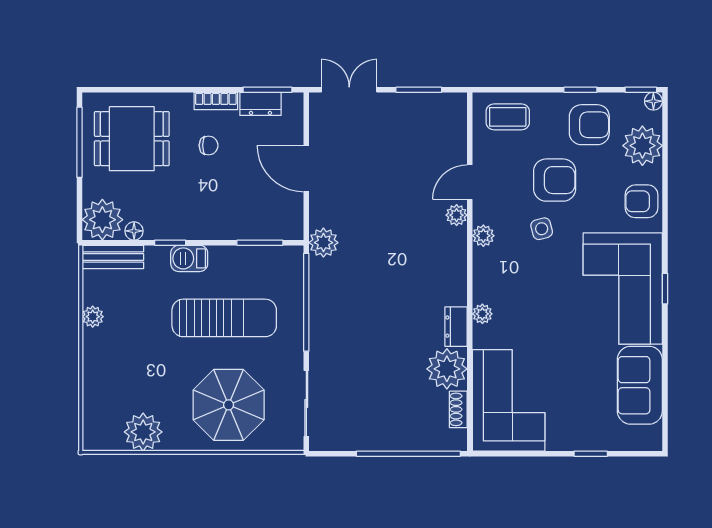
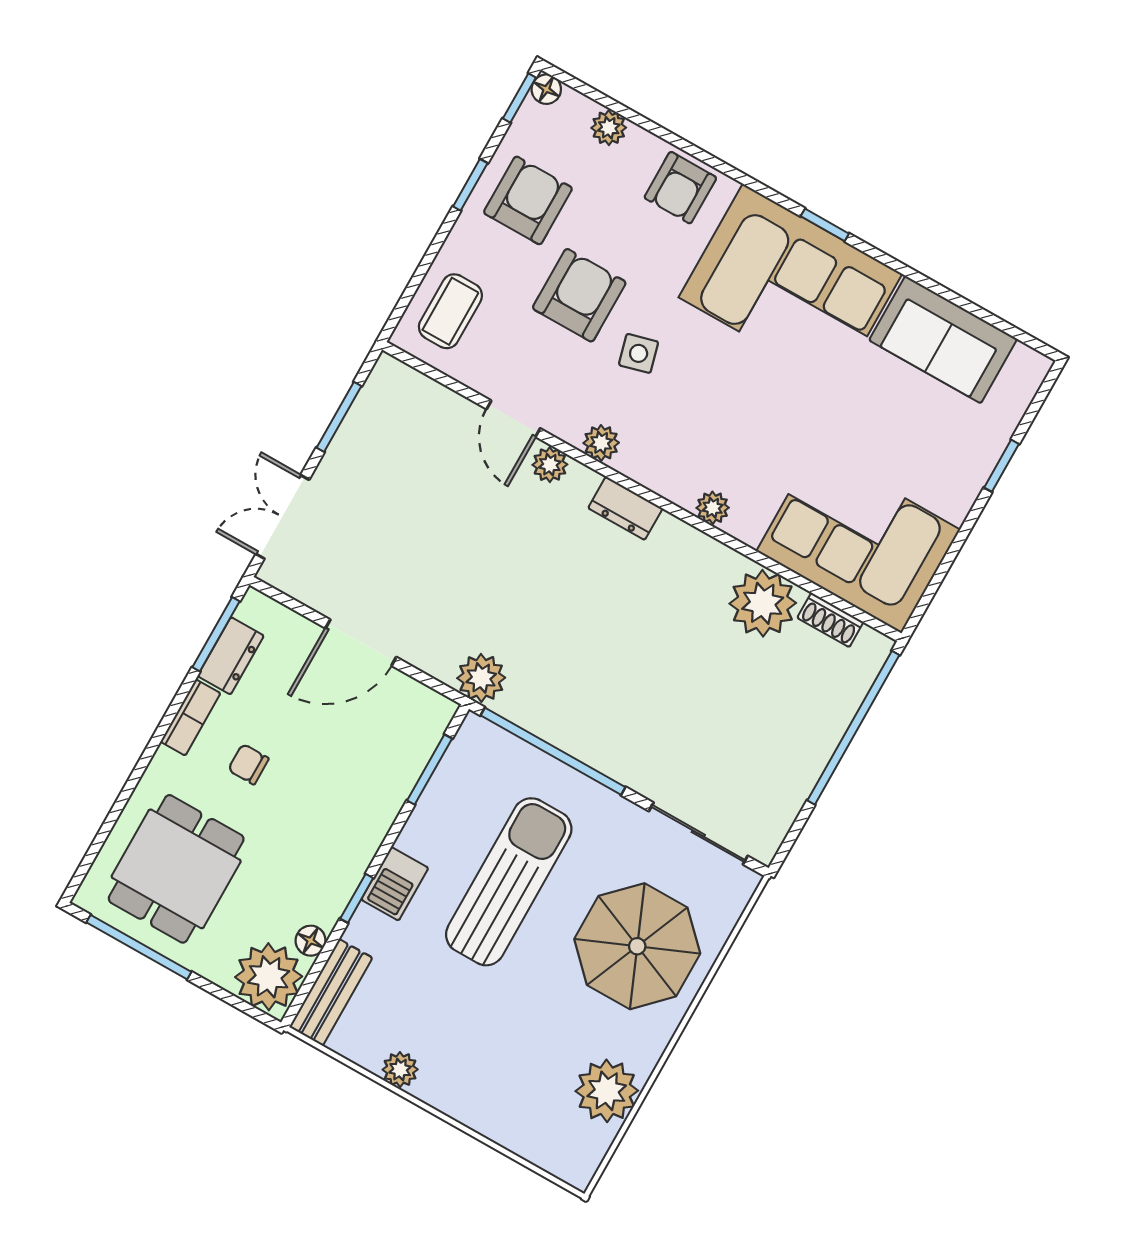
chair: (209, 145) -> (248, 764), turned -90
plant: (642, 146) -> (609, 128), width x0.53, depth x0.53
dresser: (456, 327) -> (625, 508), moved

